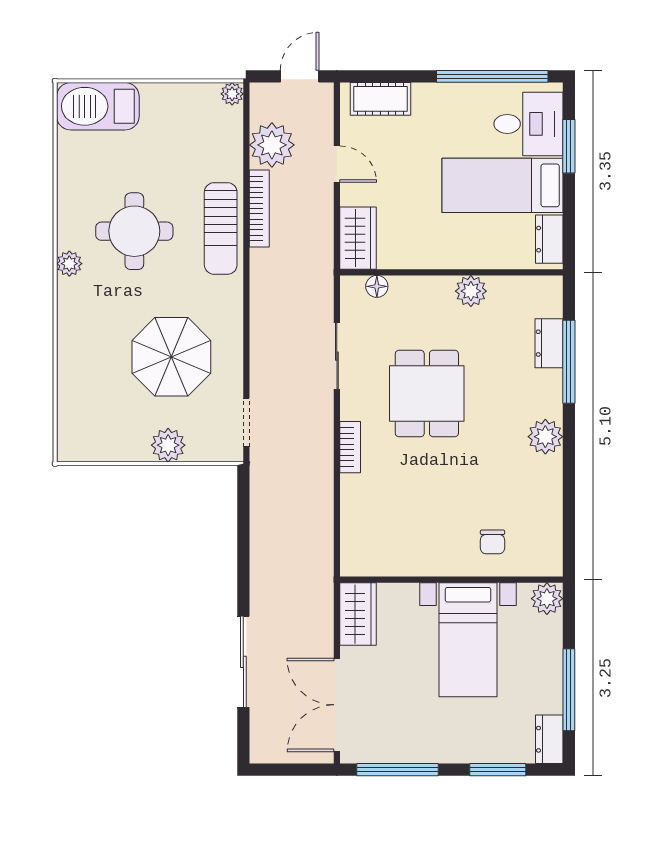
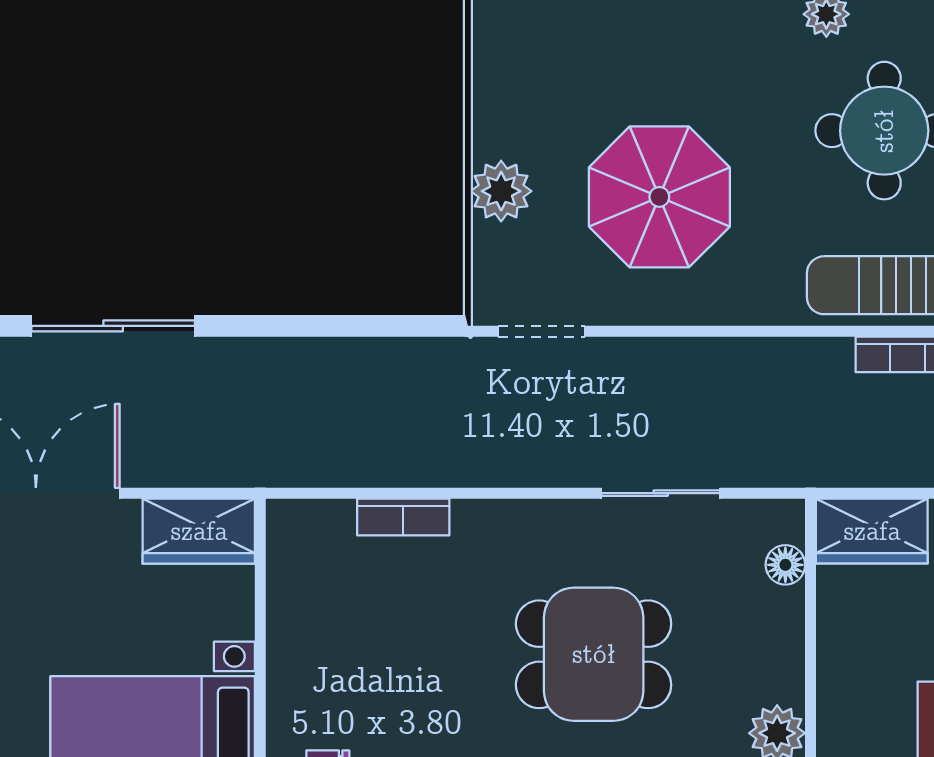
bookcase: (350, 447) -> (403, 517), moved

